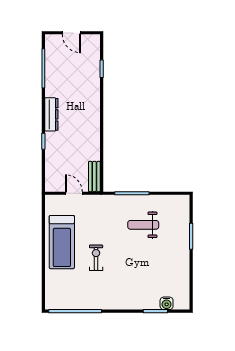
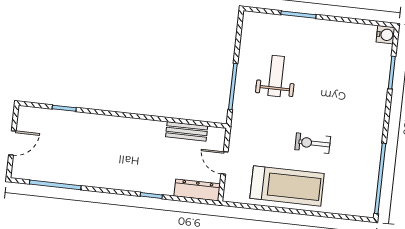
dresser: (51, 114) -> (197, 190), moved
bench: (94, 177) -> (187, 131), moved
door: (74, 193) -> (224, 163), hinge flipped
weight bench: (143, 225) -> (276, 76), turned 180
water cooler: (167, 303) -> (386, 35), moved

